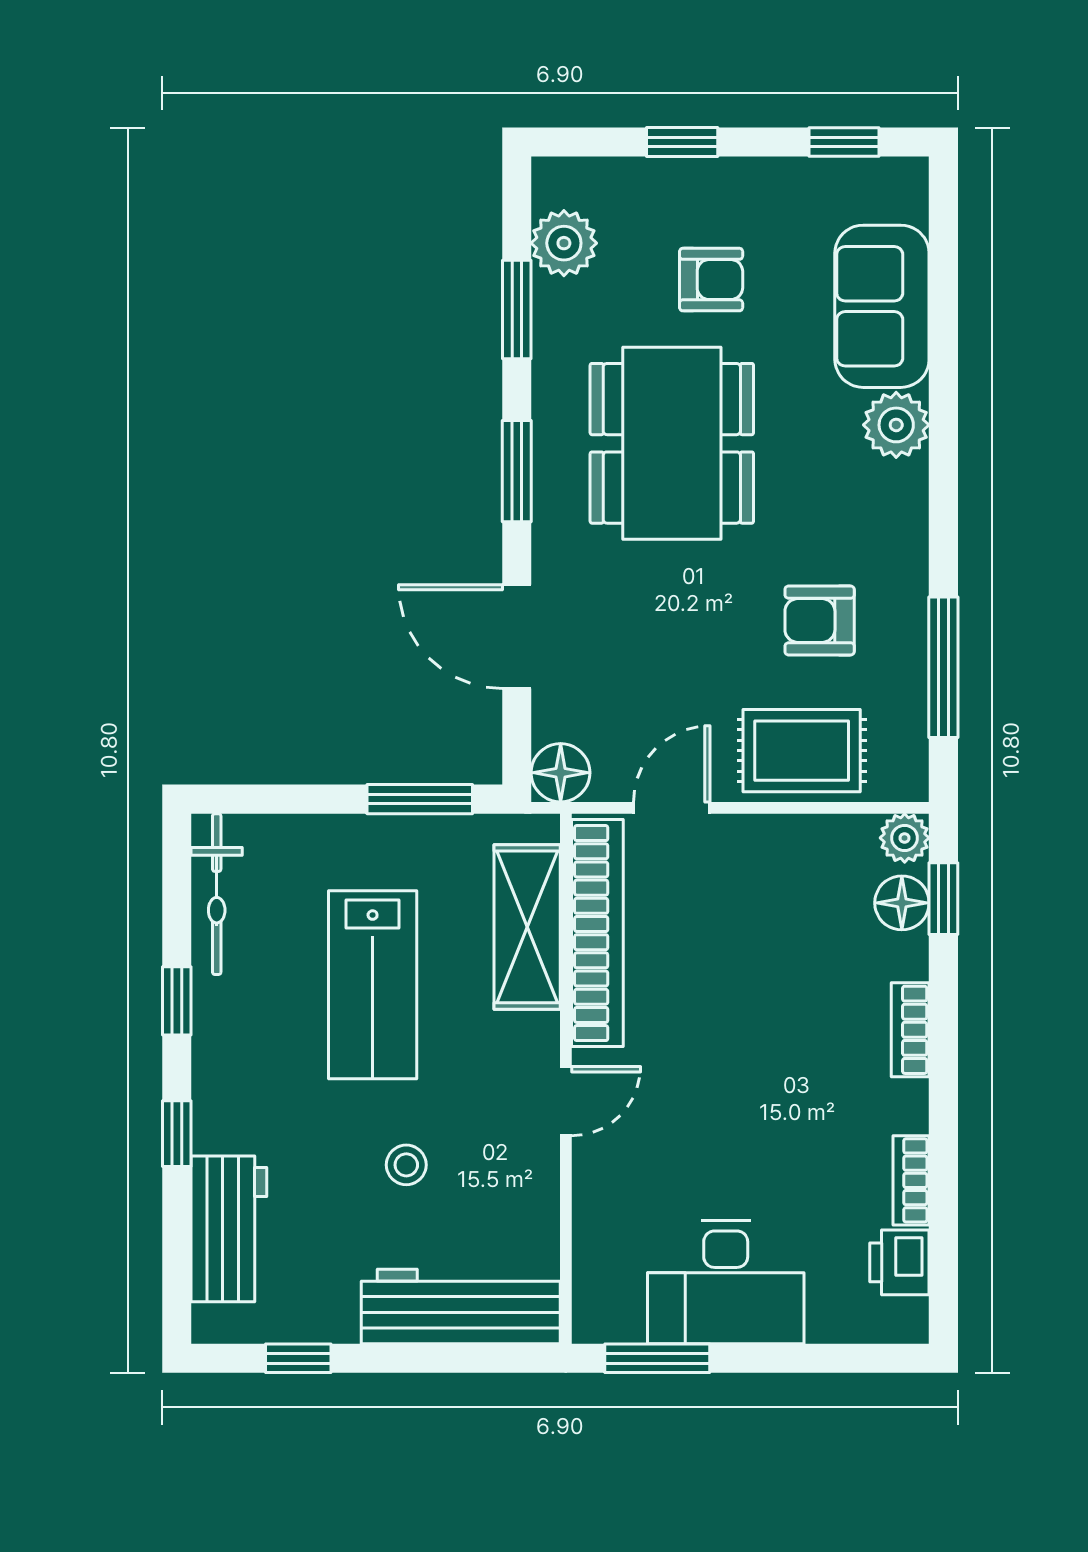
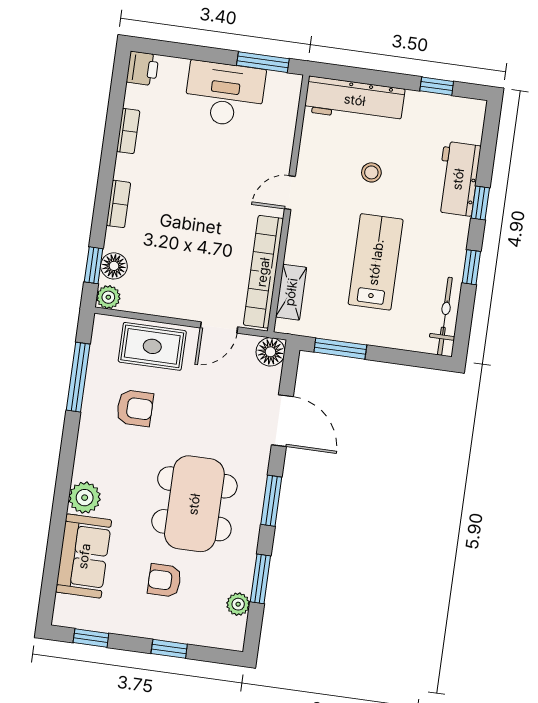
plant: (564, 243) -> (238, 604), width x0.73, depth x0.73
shelving: (527, 927) -> (291, 292), width x0.67, depth x0.75
workbench: (229, 1229) -> (458, 179), moved
printer: (899, 1262) -> (143, 68), moved

